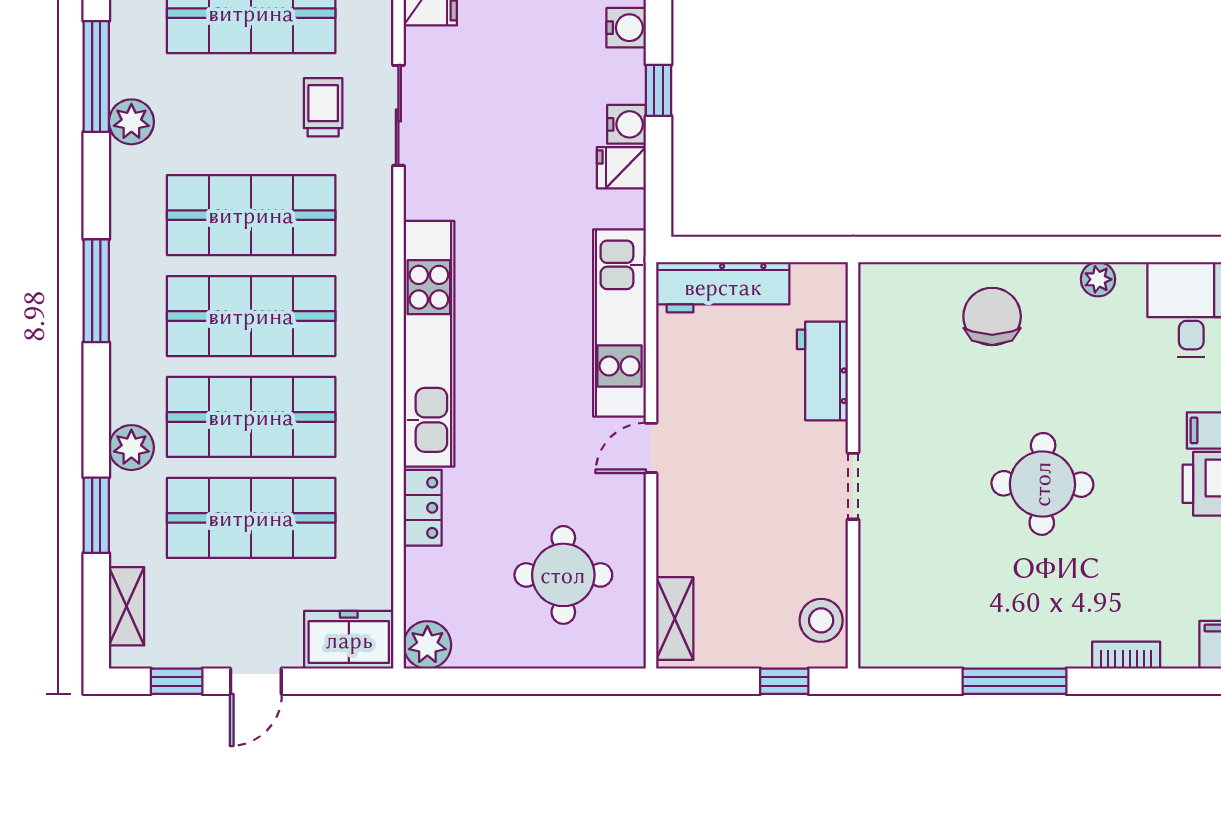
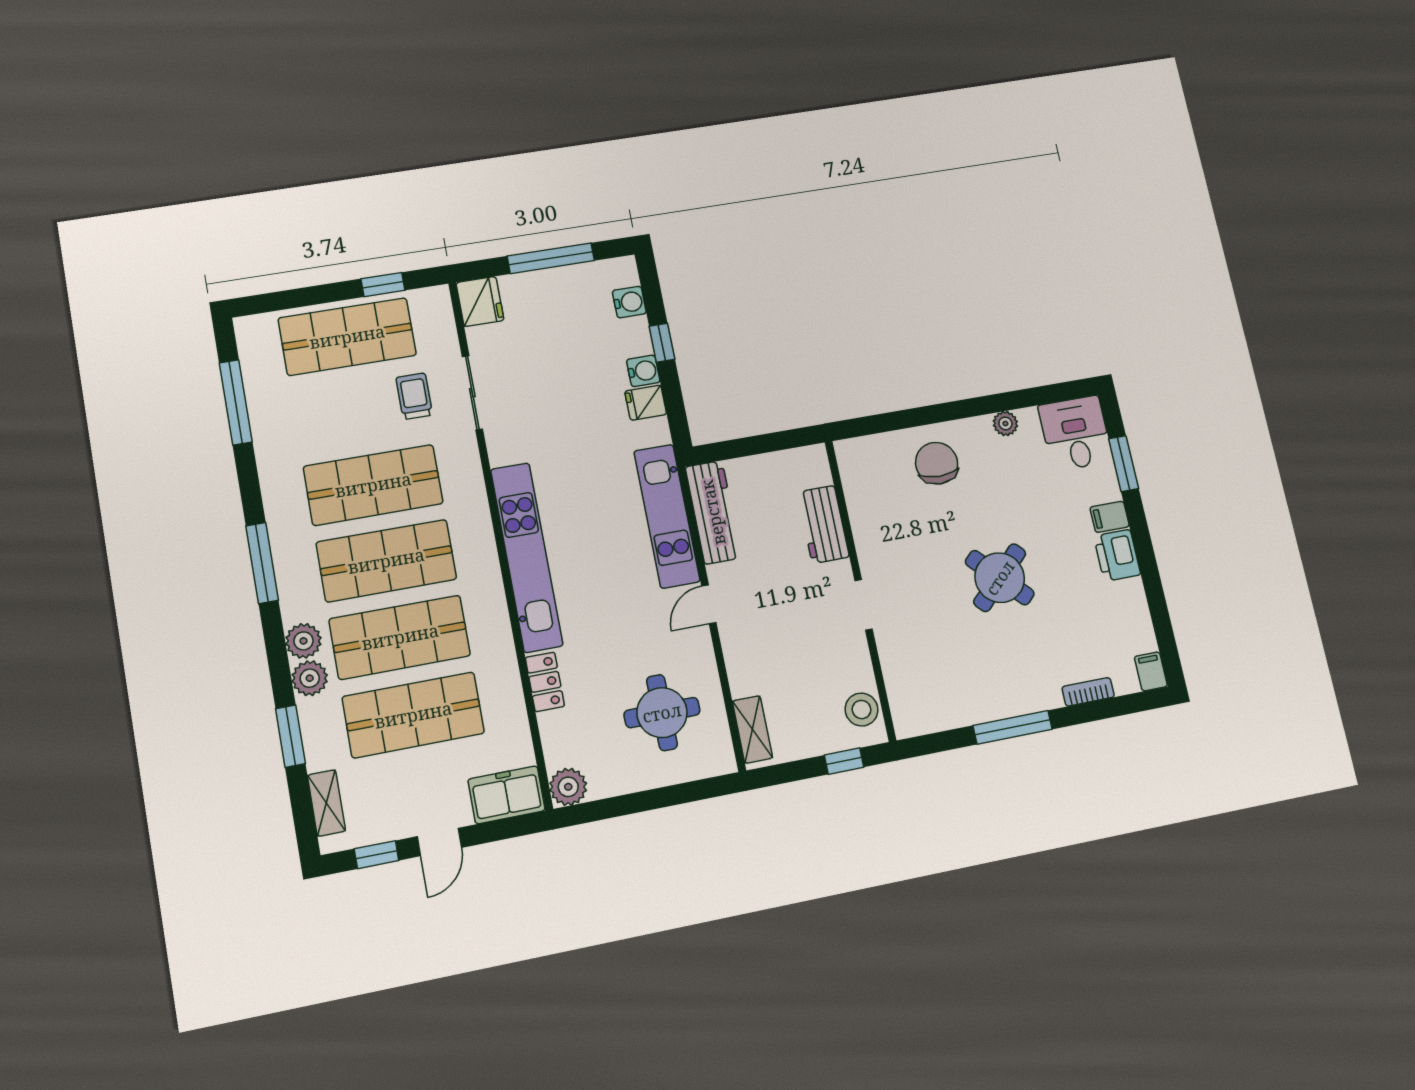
plant: (131, 122) -> (303, 641), moved
workbench: (723, 287) -> (713, 512), moved, turned -90
round table: (1042, 484) -> (1000, 578), turned 45

